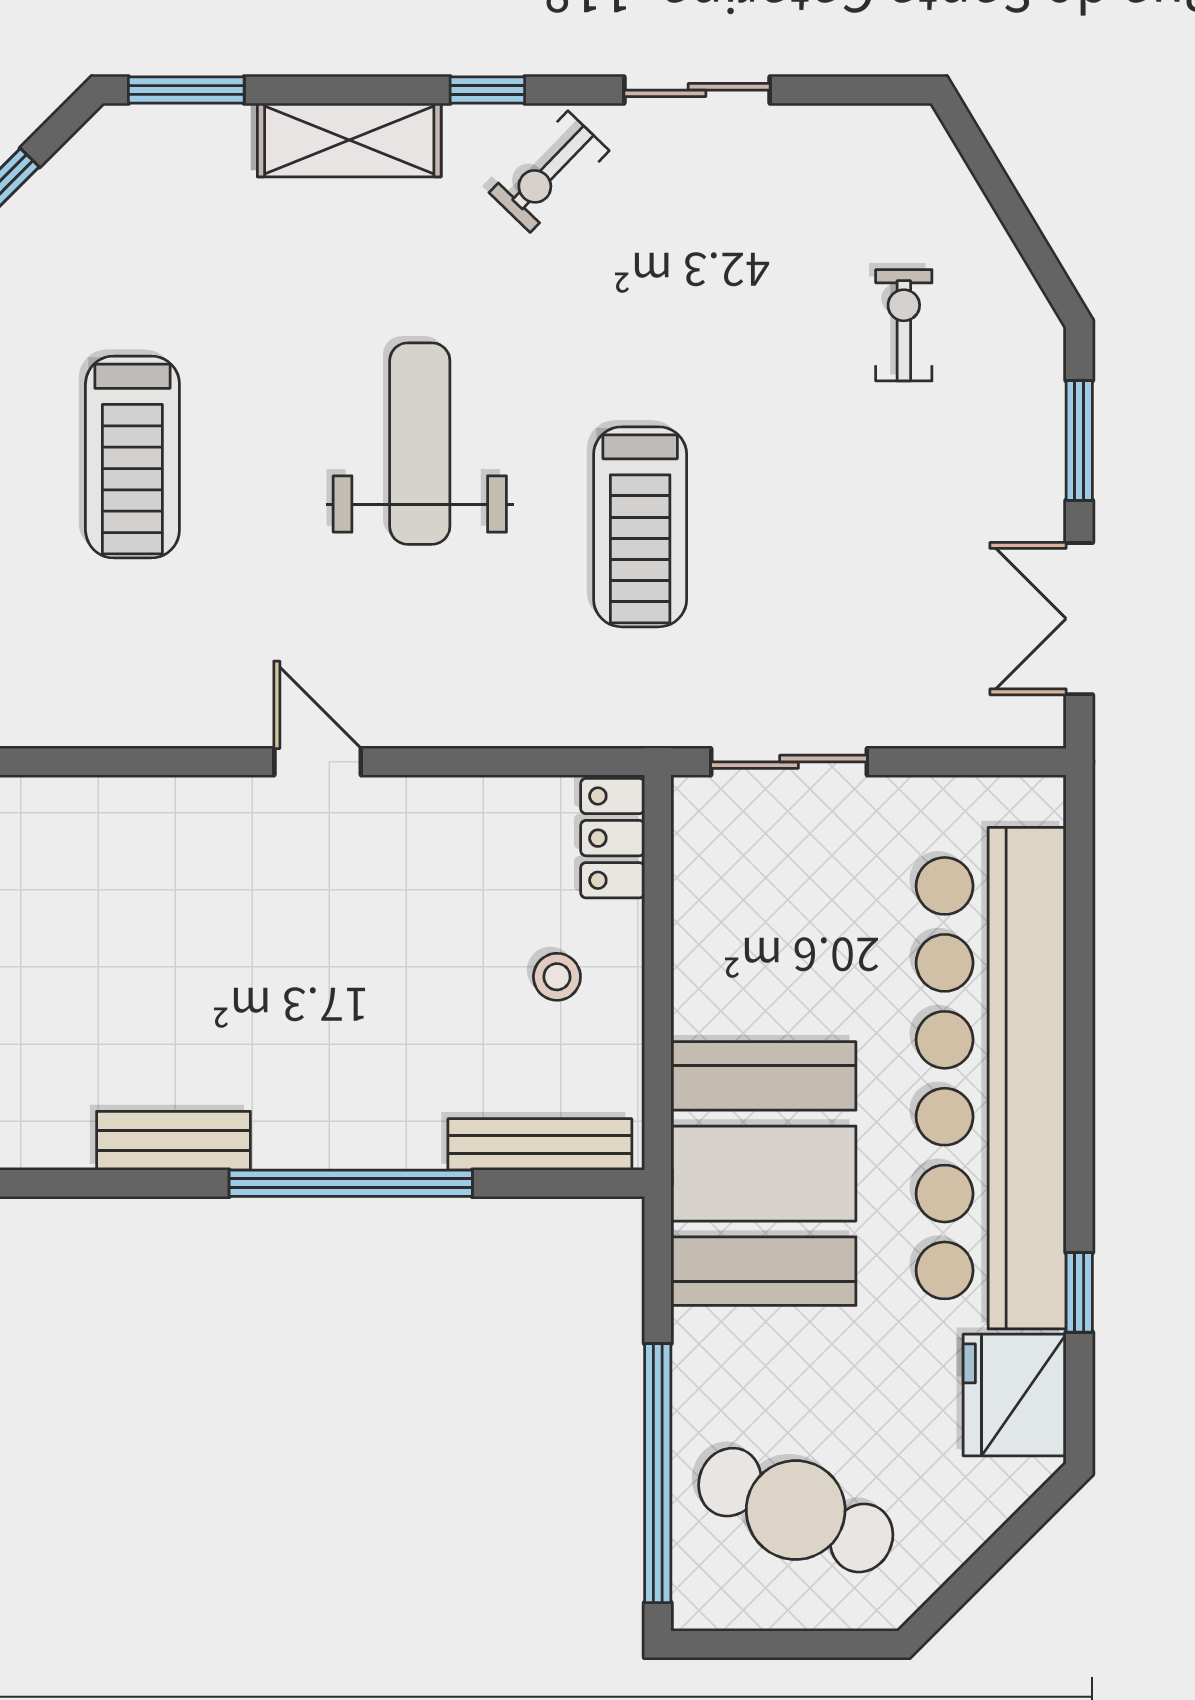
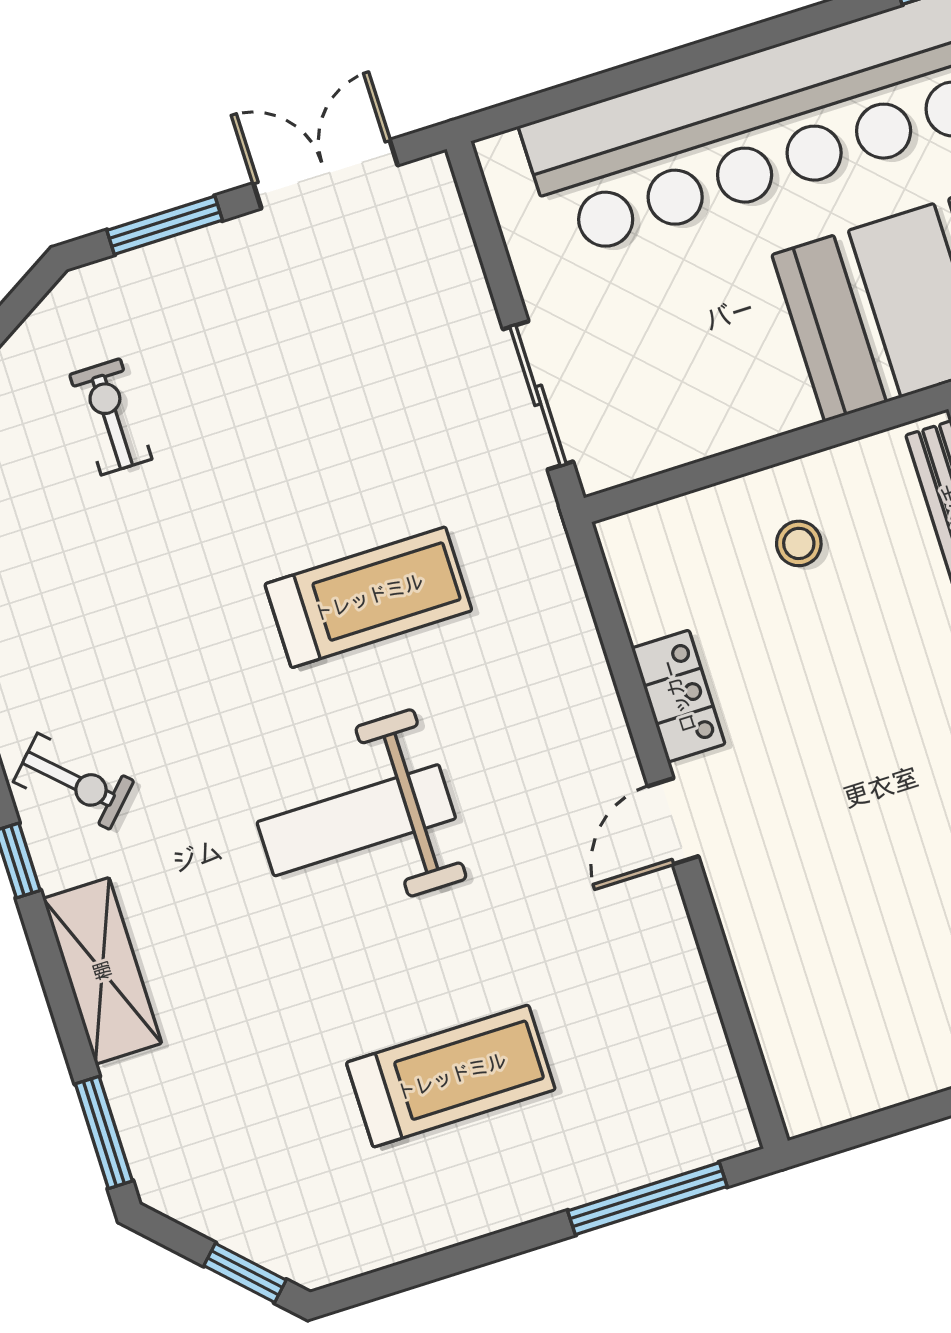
exercise bike: (904, 325) -> (111, 417), turned 90
double door: (1079, 619) -> (326, 174), swing flipped
locker: (613, 838) -> (678, 696), moved, turned -90

